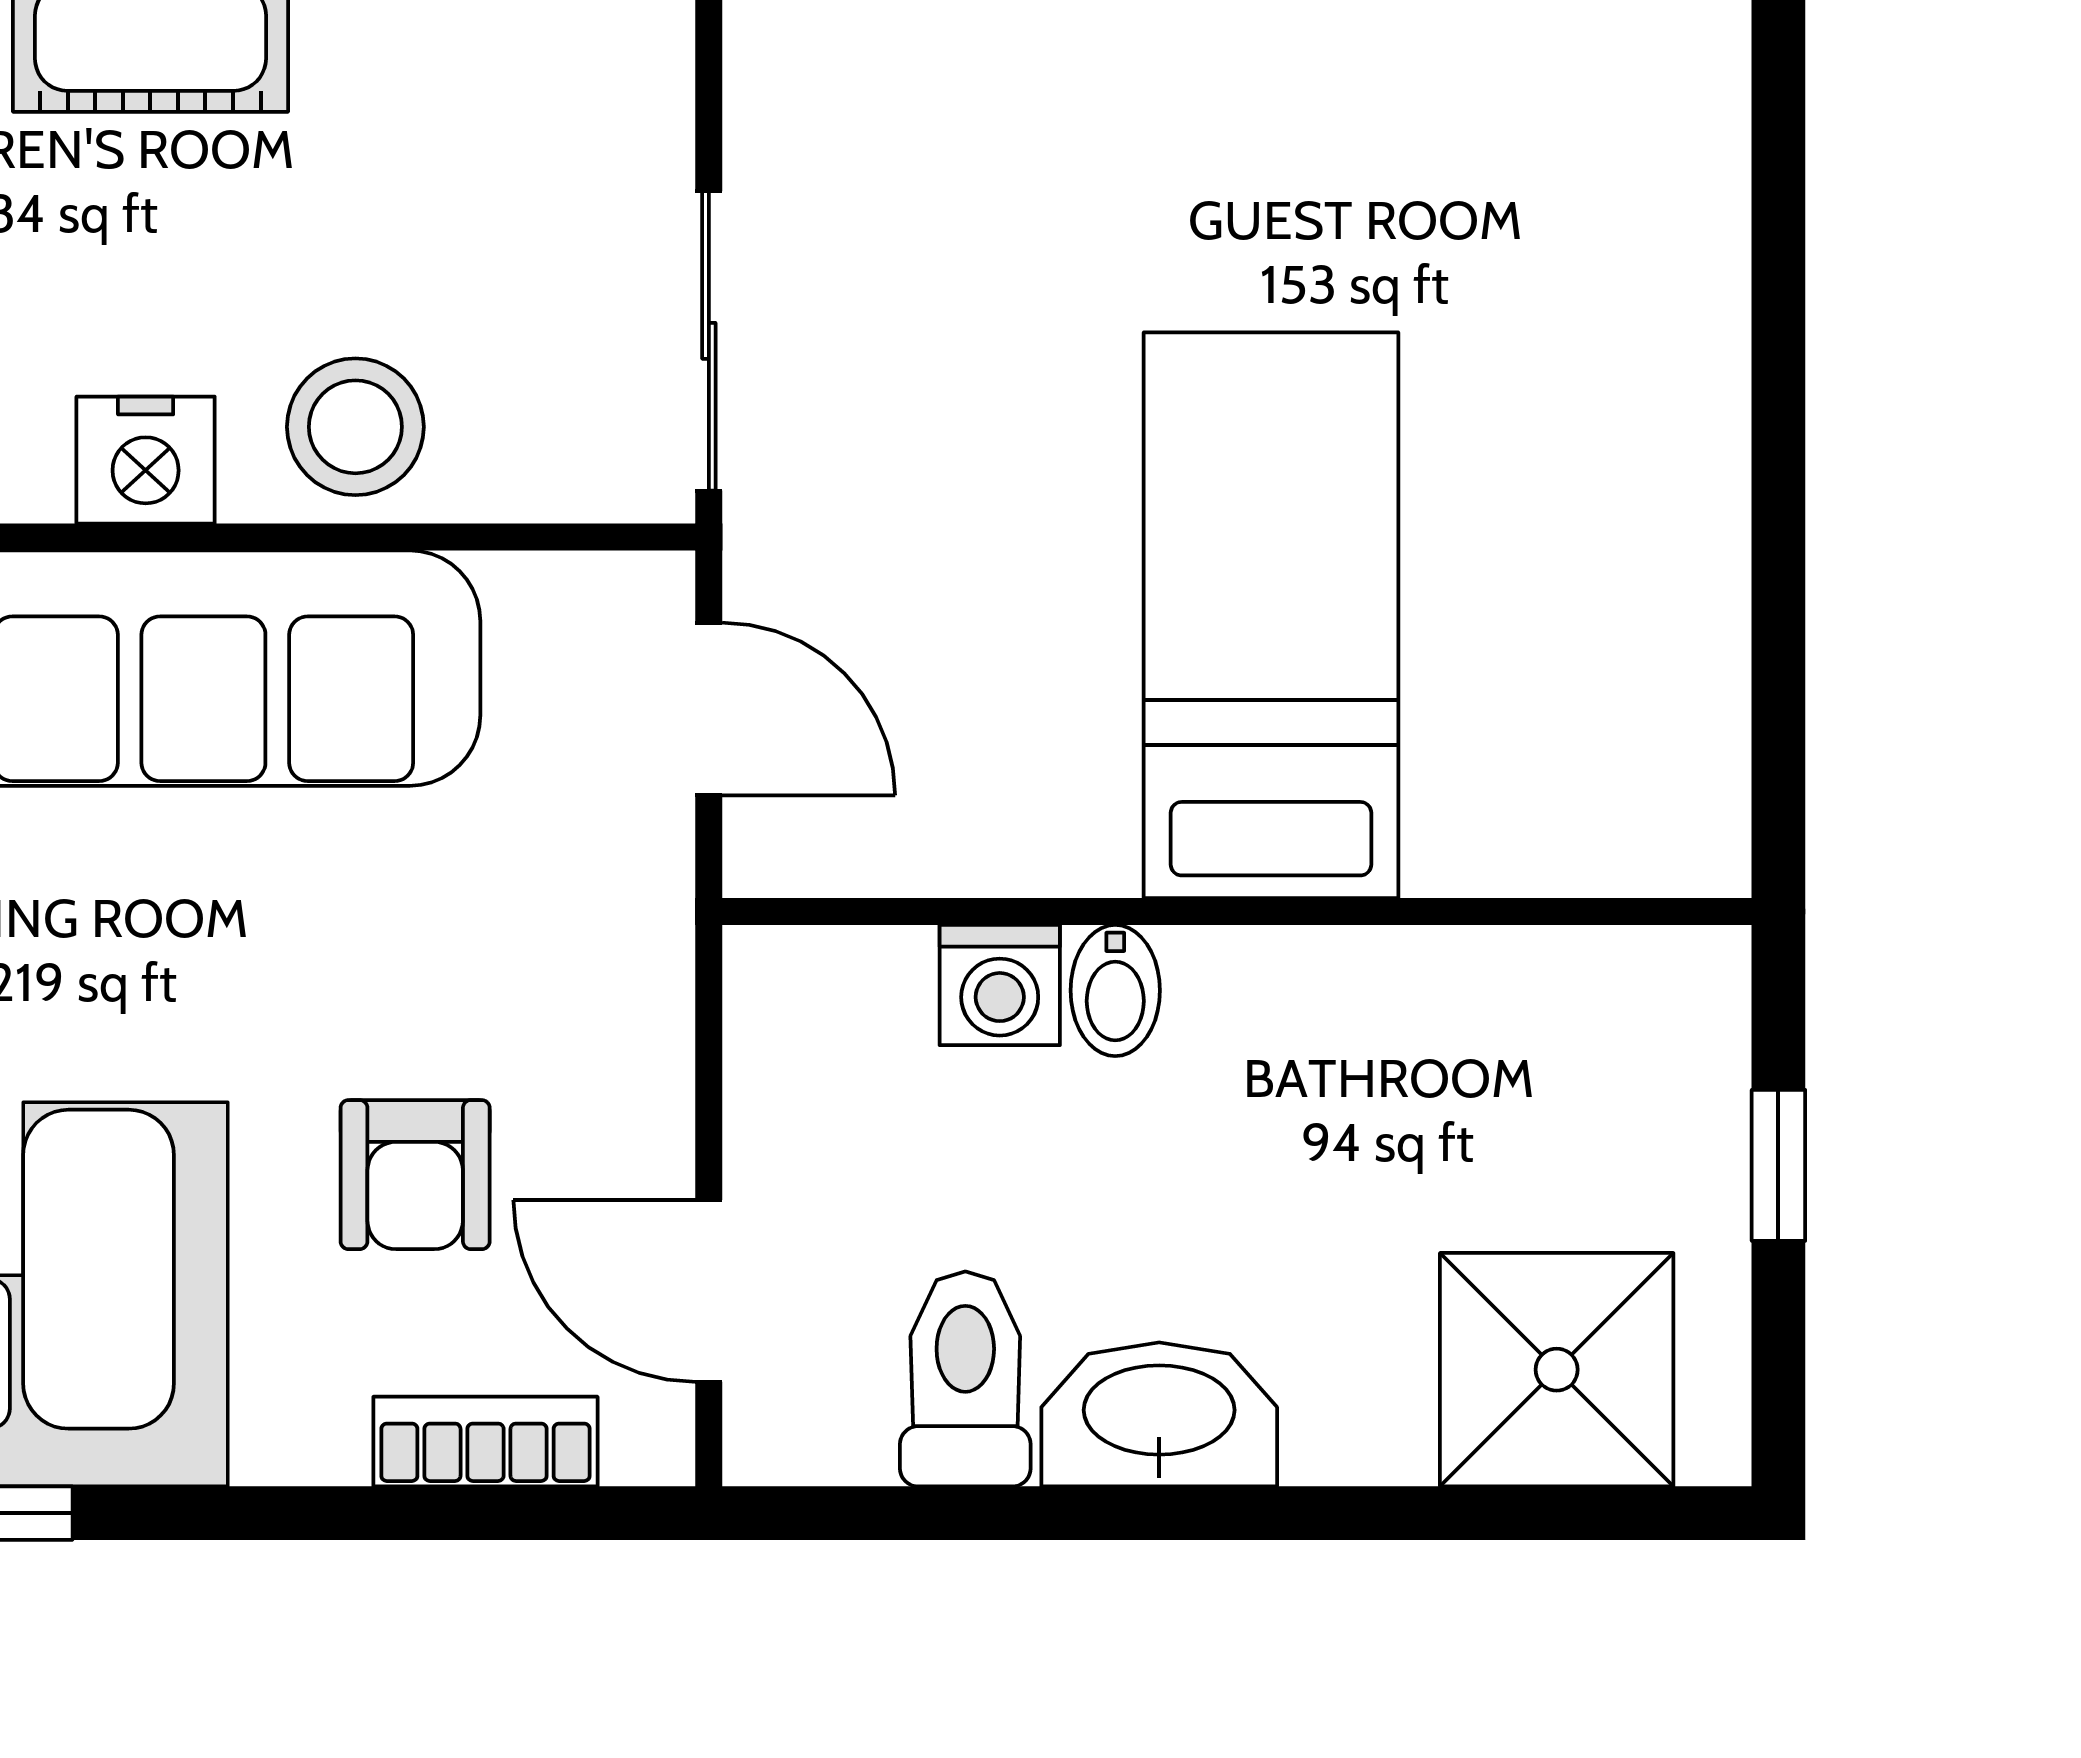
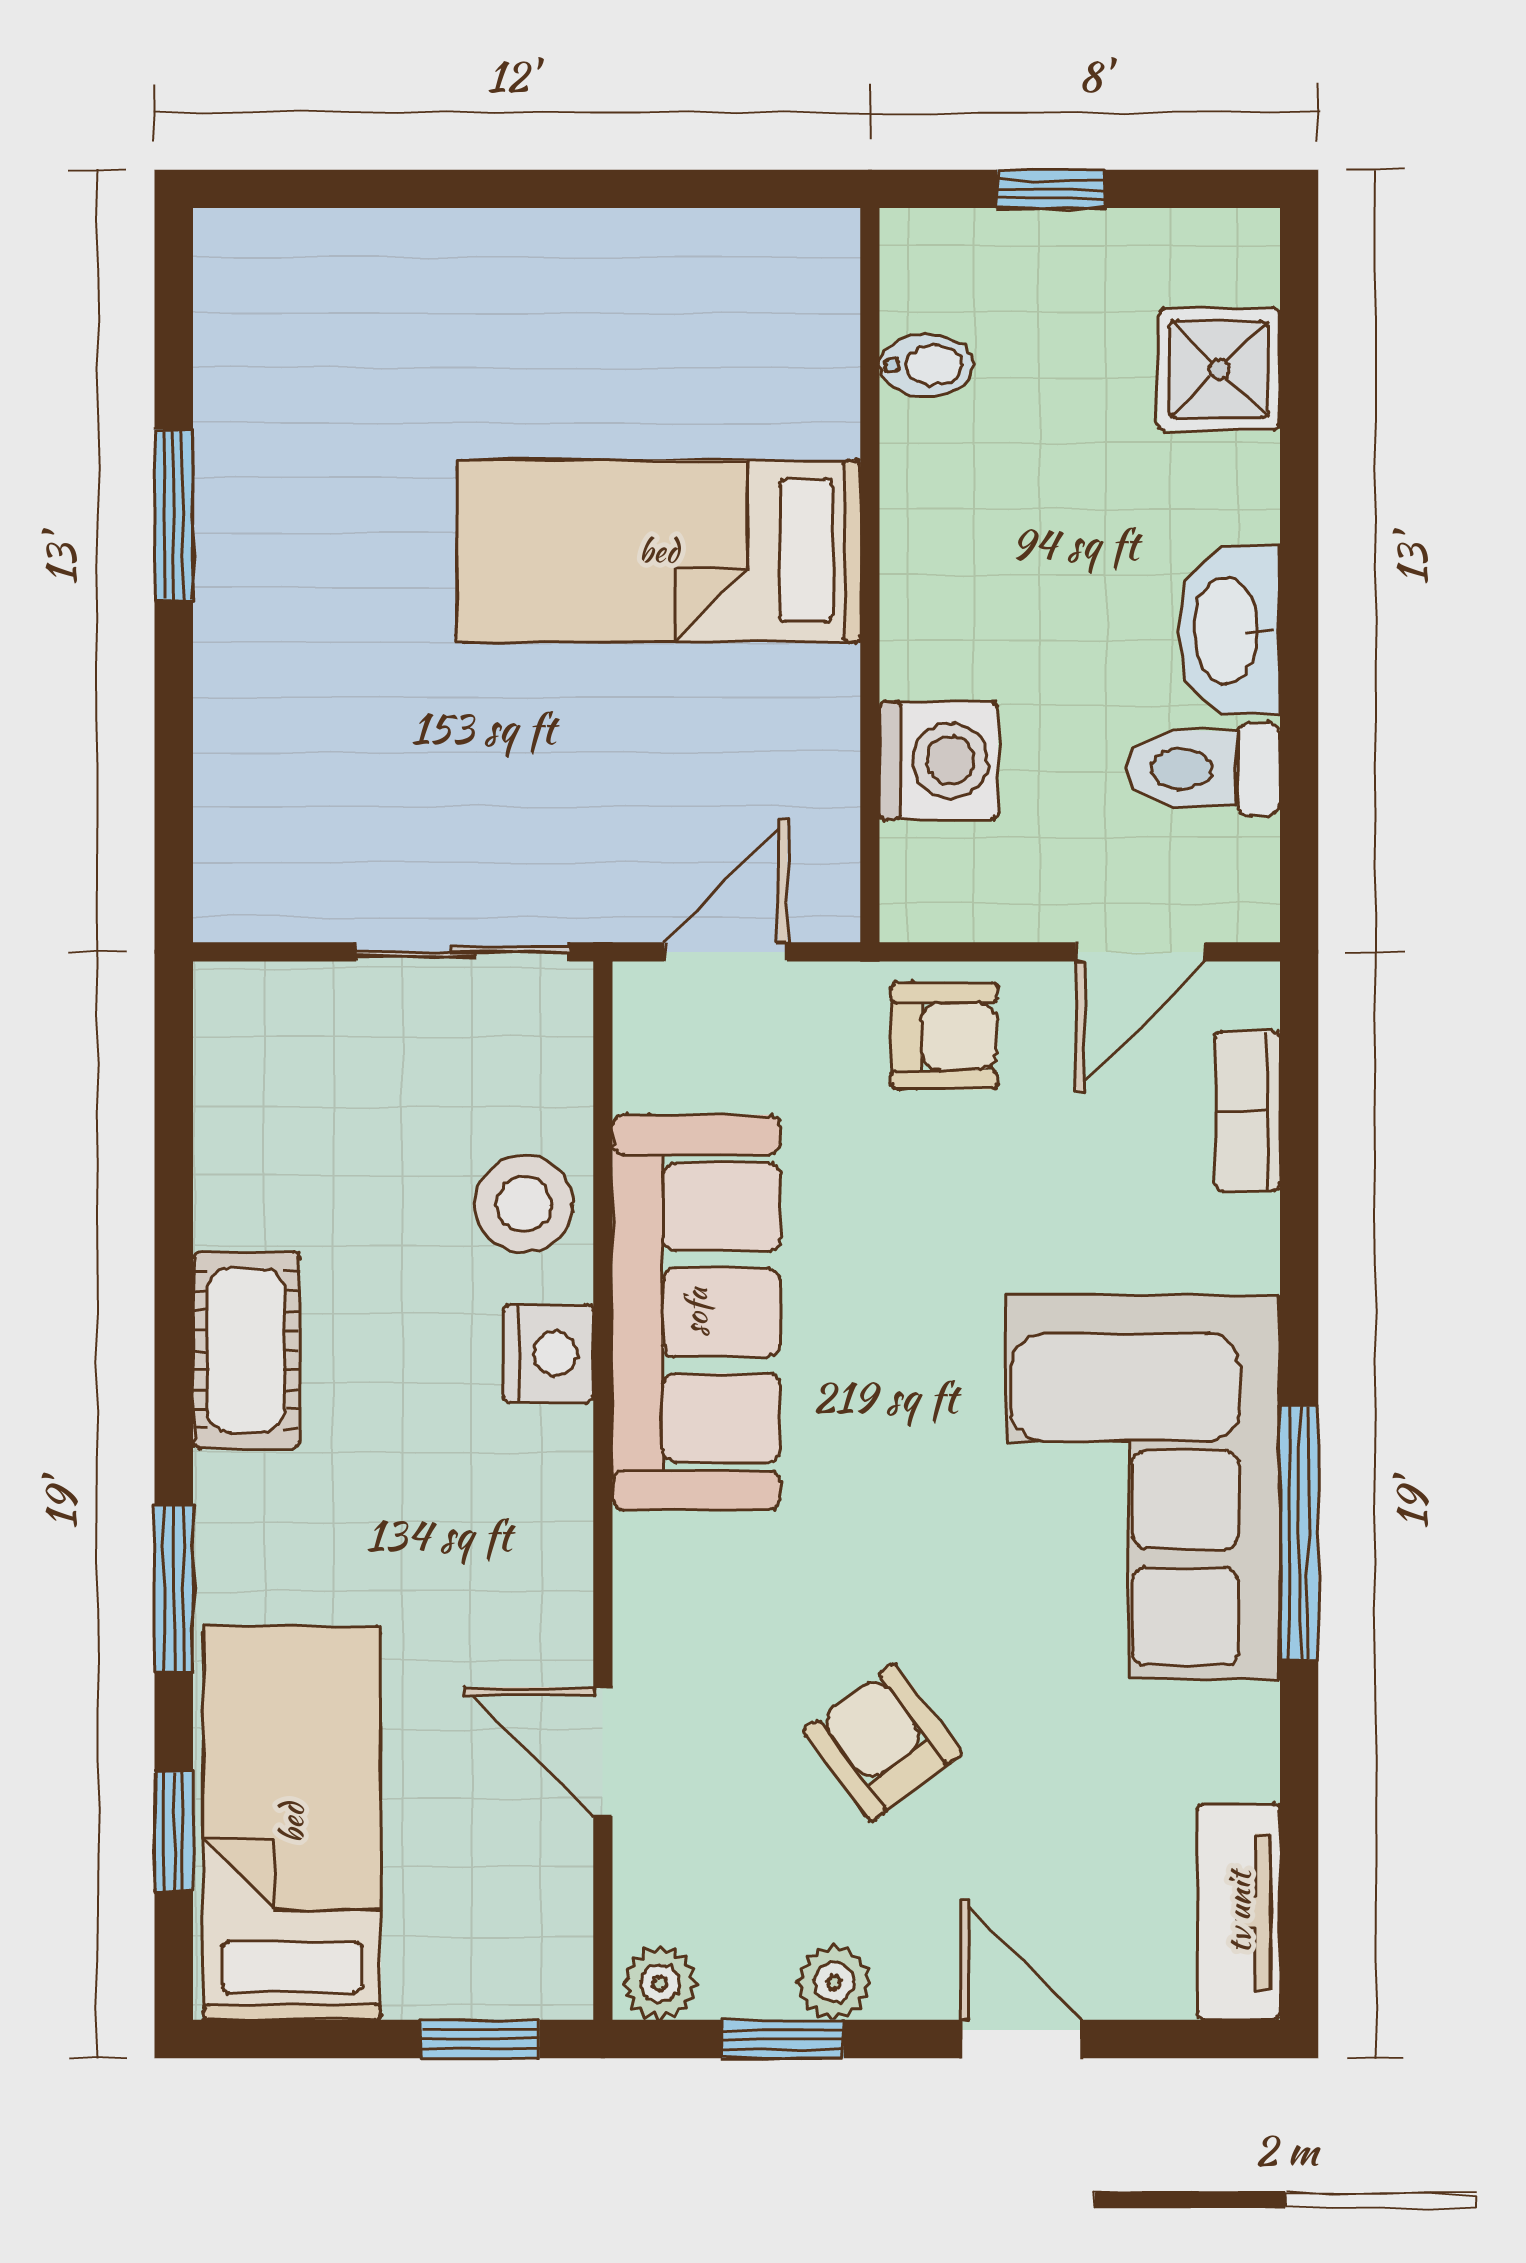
washing machine: (1000, 985) -> (939, 761), width x1.38, depth x1.38
bidet: (1115, 990) -> (926, 365), moved
armchair: (415, 1175) -> (944, 1036), moved
shower: (1557, 1370) -> (1219, 369), width x0.73, depth x0.73

